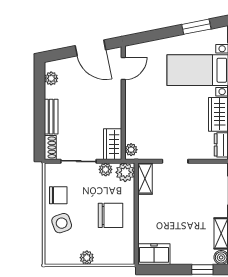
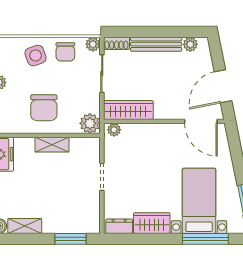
door: (123, 68) -> (201, 121), width x1.38
bench: (51, 117) -> (156, 44), width x1.36
wardrobe: (113, 144) -> (128, 110), width x1.50
plant: (106, 169) -> (93, 44), moved
shelving: (145, 179) -> (52, 145), moved

